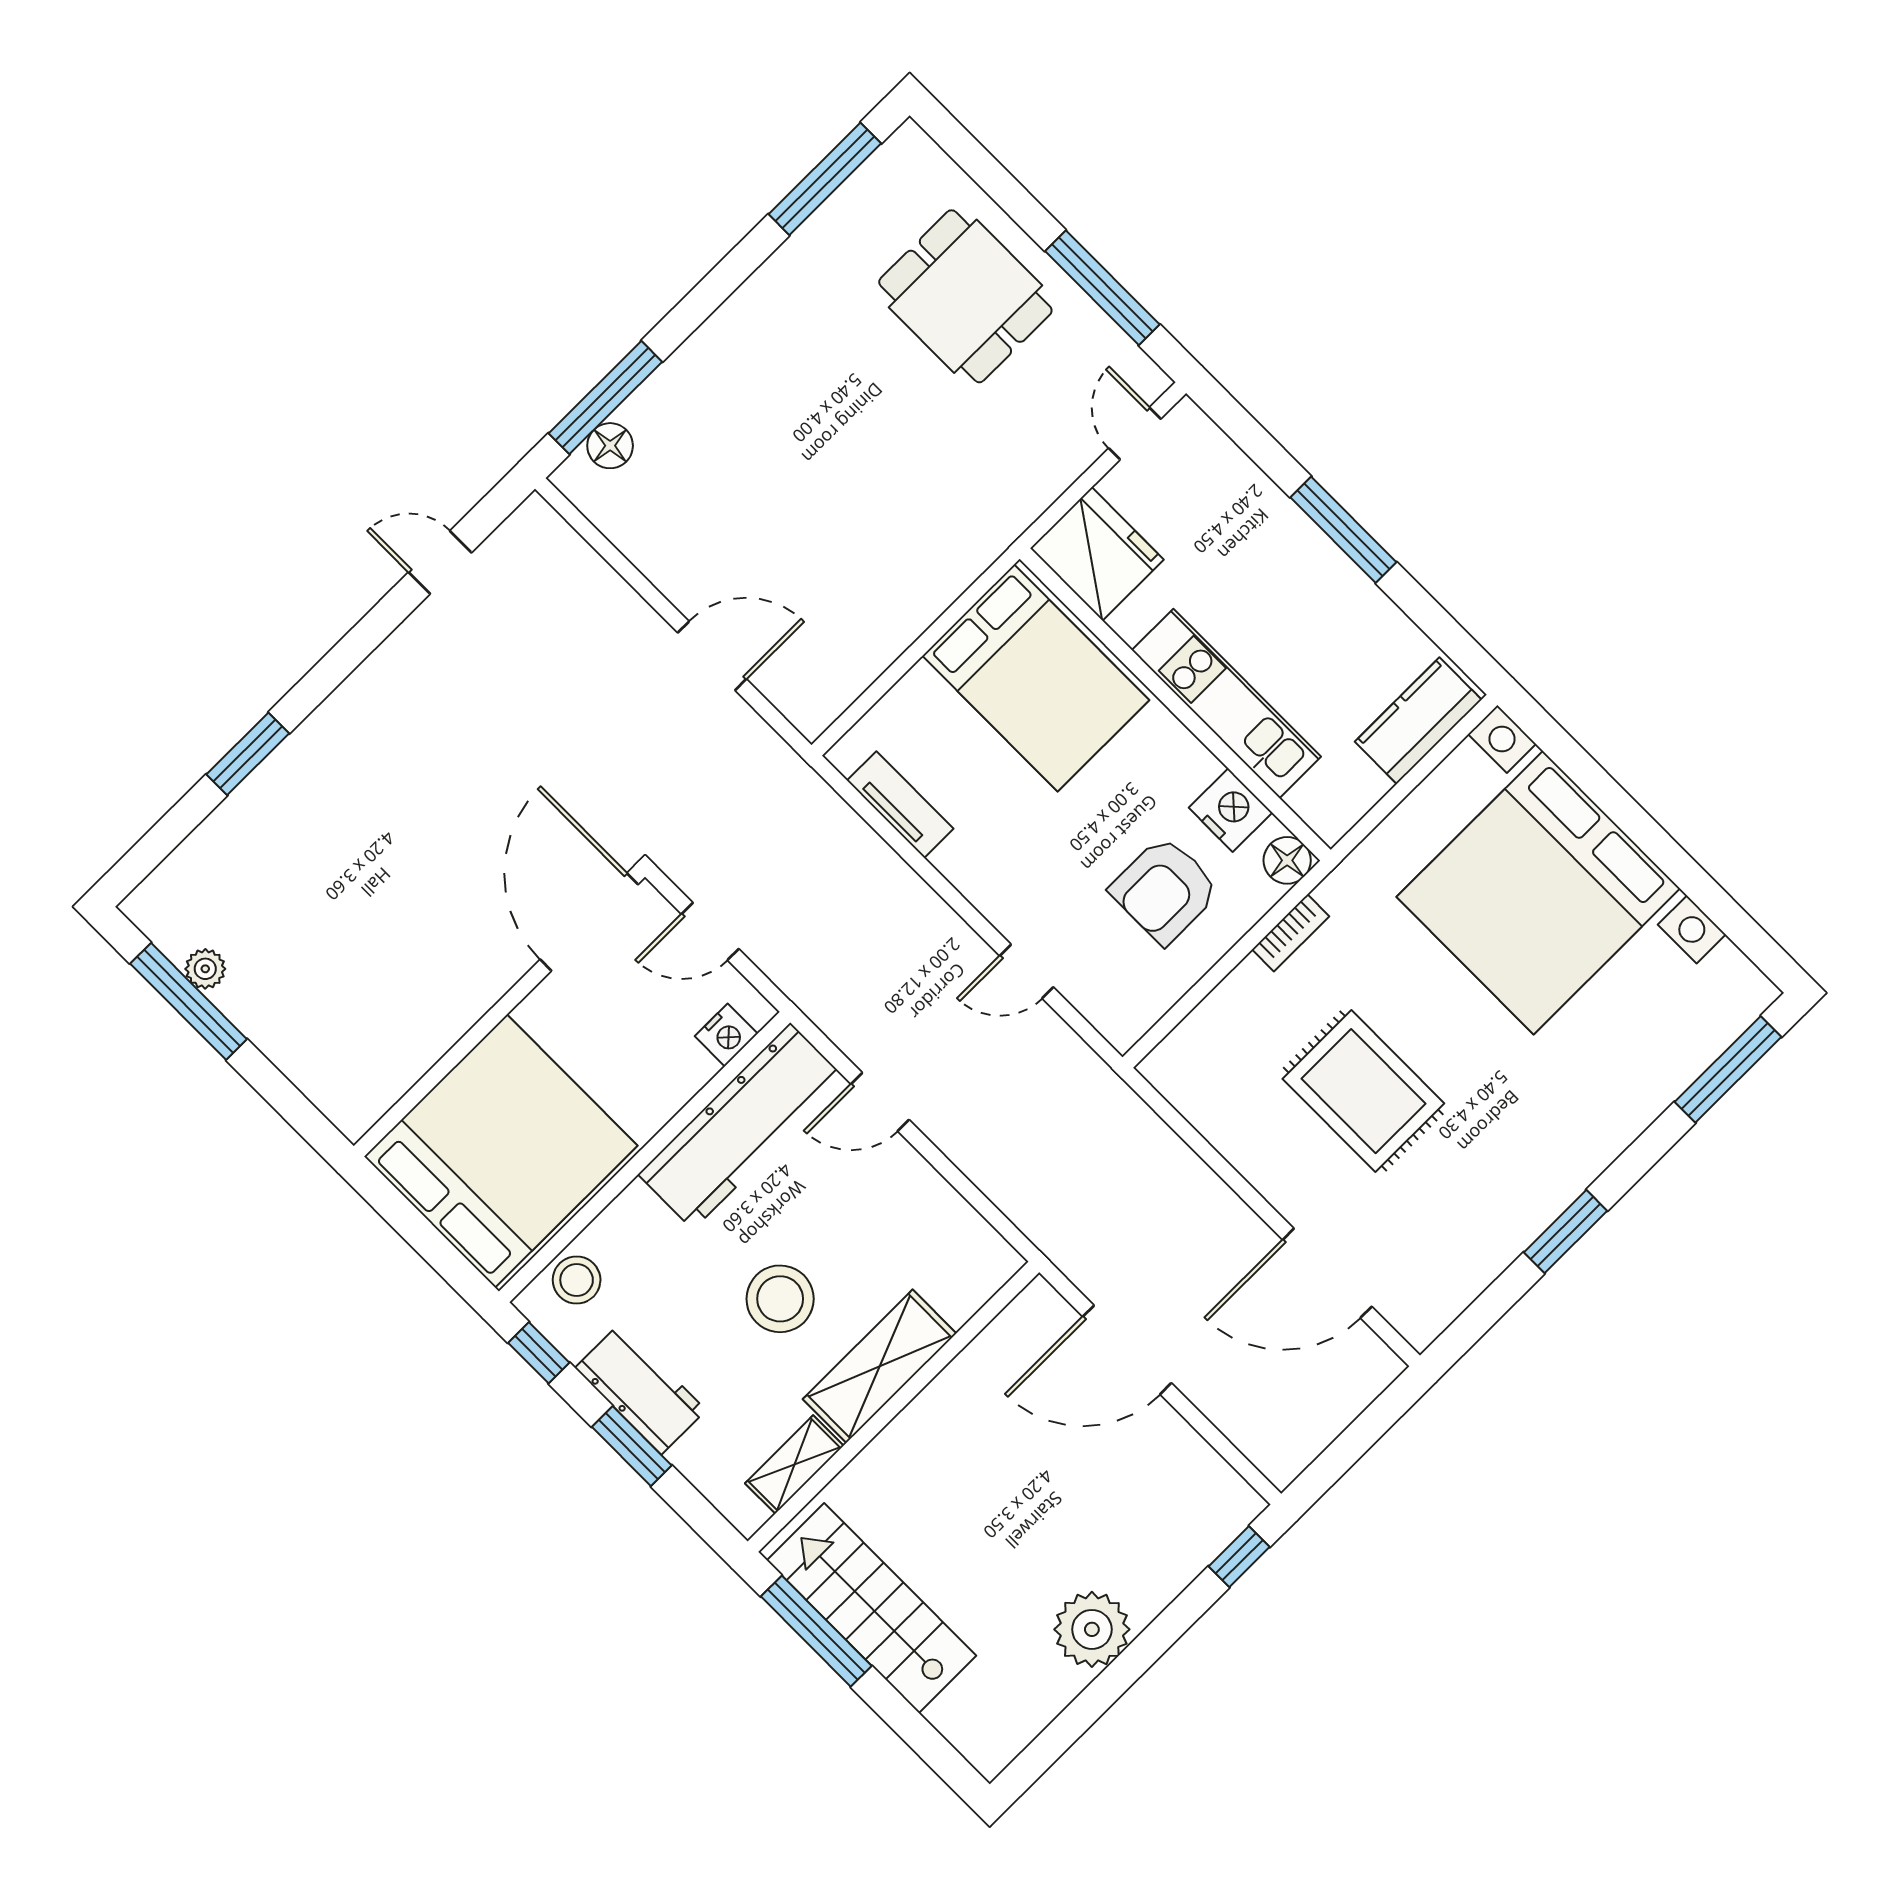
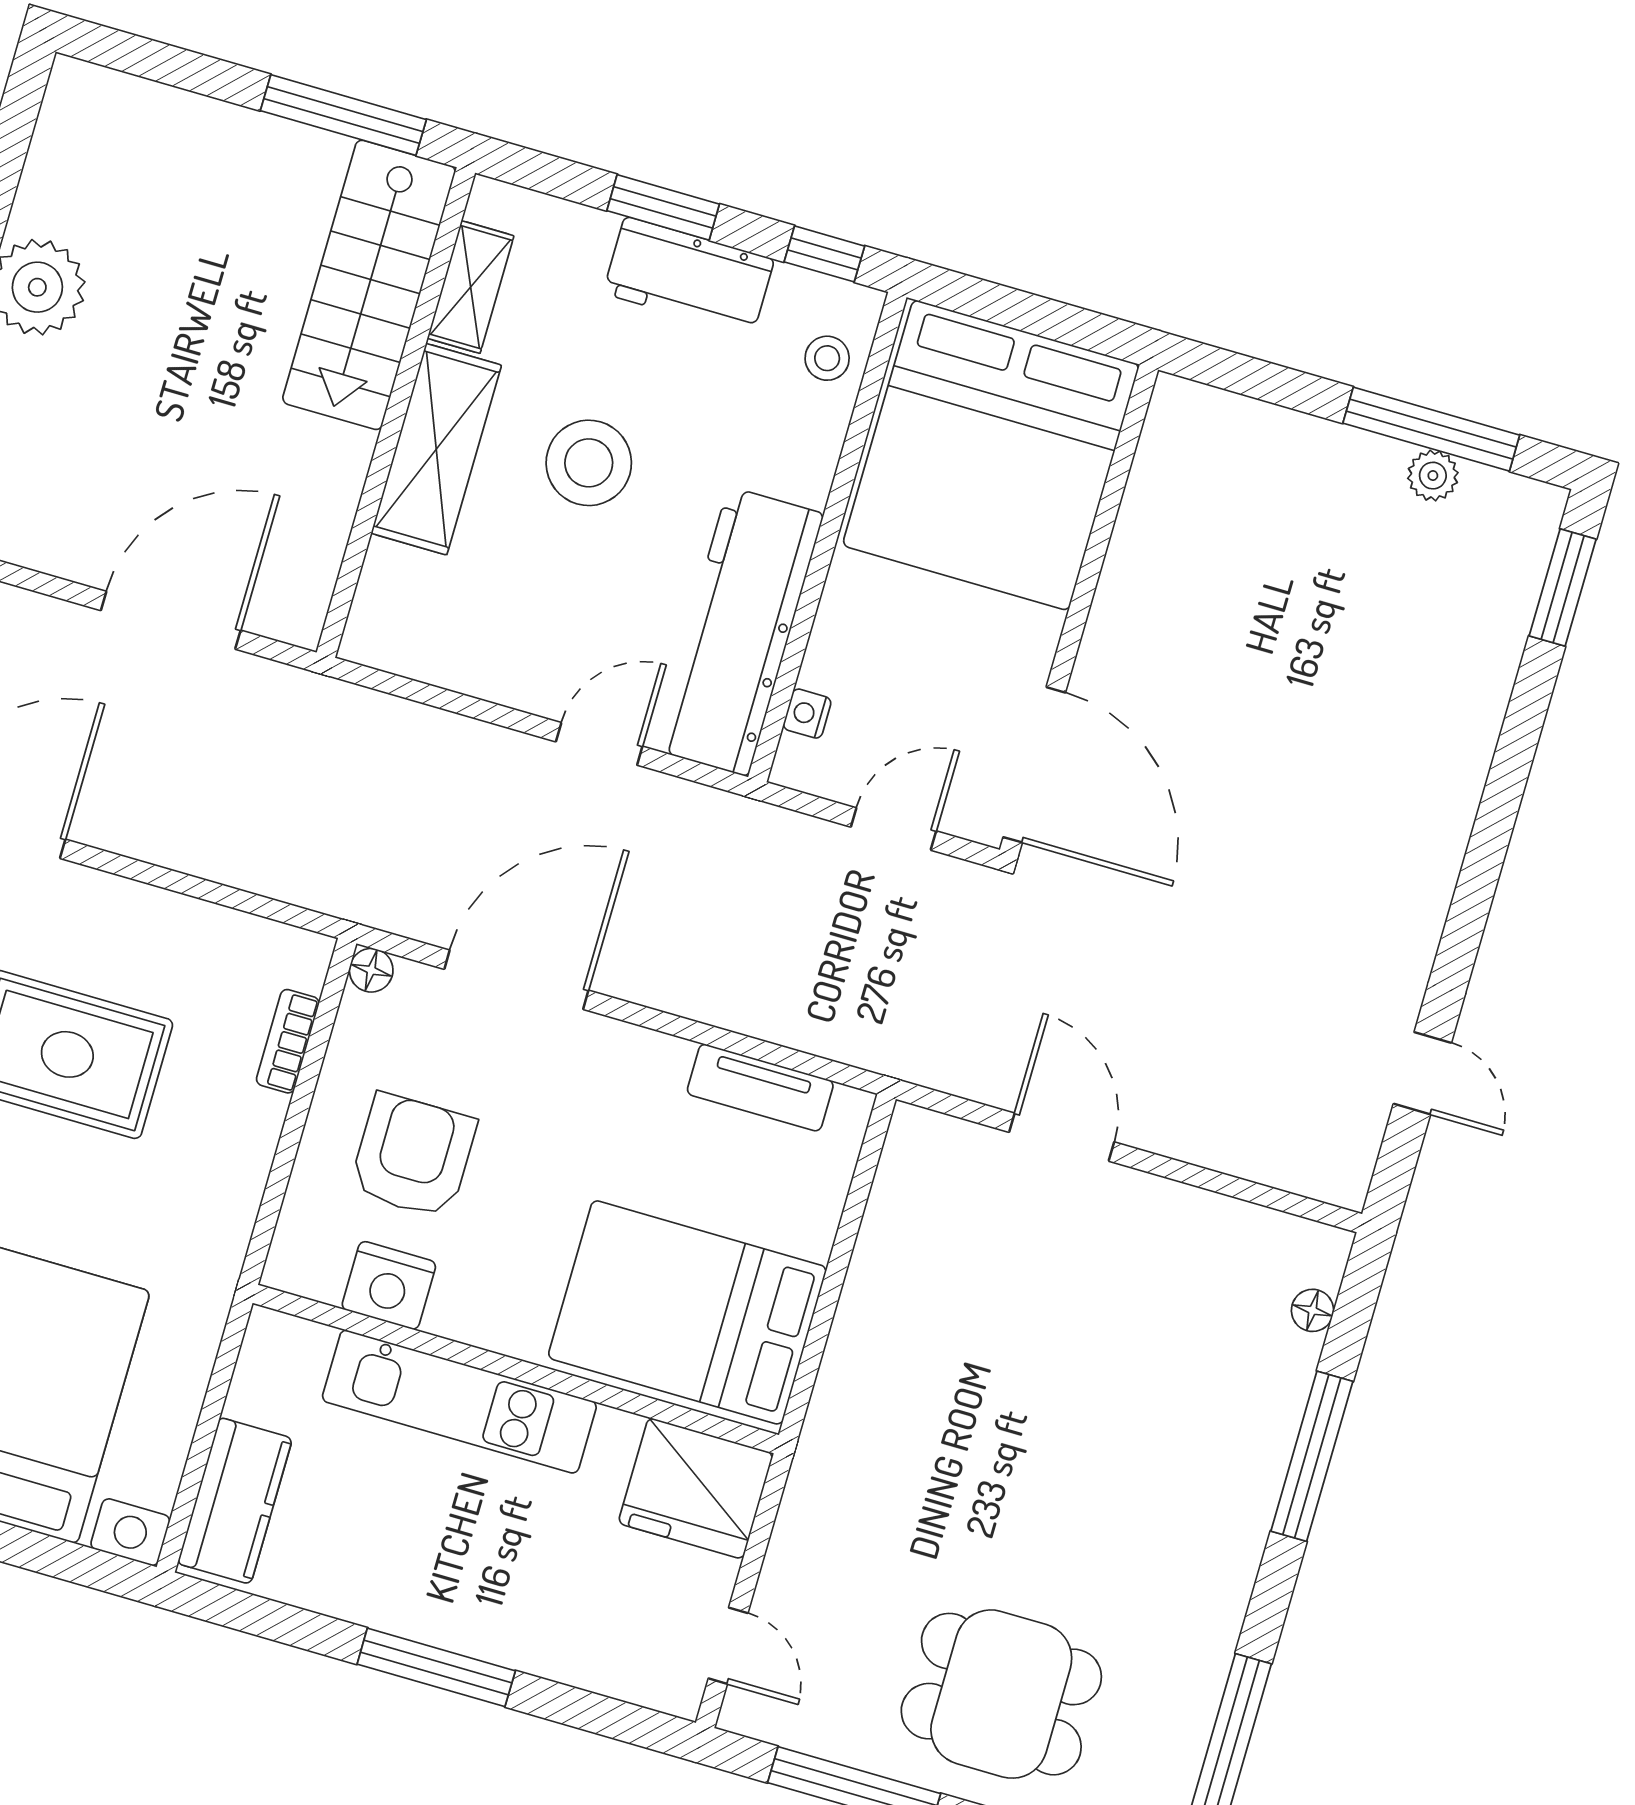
window: (605, 398) -> (1312, 1456), moved
floor lamp: (610, 446) -> (1312, 1310), width x0.73, depth x0.73
door: (440, 562) -> (1422, 1073), hinge flipped
door: (712, 656) -> (1062, 1137), swing flipped
window: (248, 754) -> (1563, 587), moved
floor lamp: (1287, 860) -> (371, 970), moved, width x0.73, depth x0.73
bookcase: (1291, 933) -> (288, 1041), moved
door: (1027, 971) -> (516, 980), width x1.87
nightstand: (726, 1035) -> (807, 714), width x0.72, depth x0.74
stool: (577, 1280) -> (827, 358), width x0.73, depth x0.73
stairs: (871, 1608) -> (369, 285), moved, turned 90

